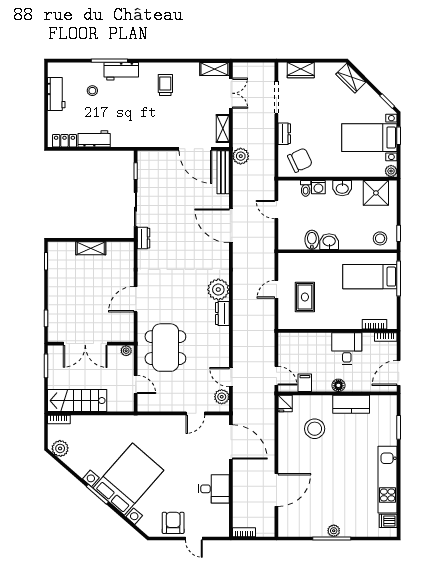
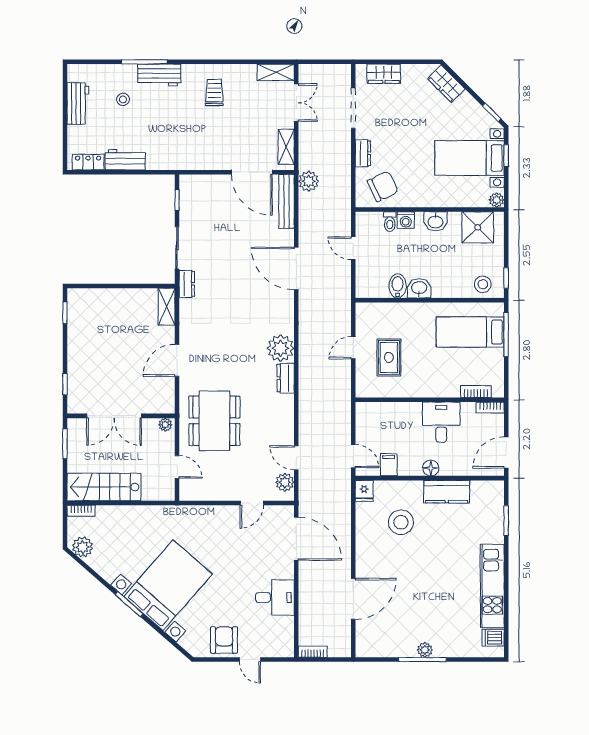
shelving: (91, 248) -> (167, 307), moved, turned 90

